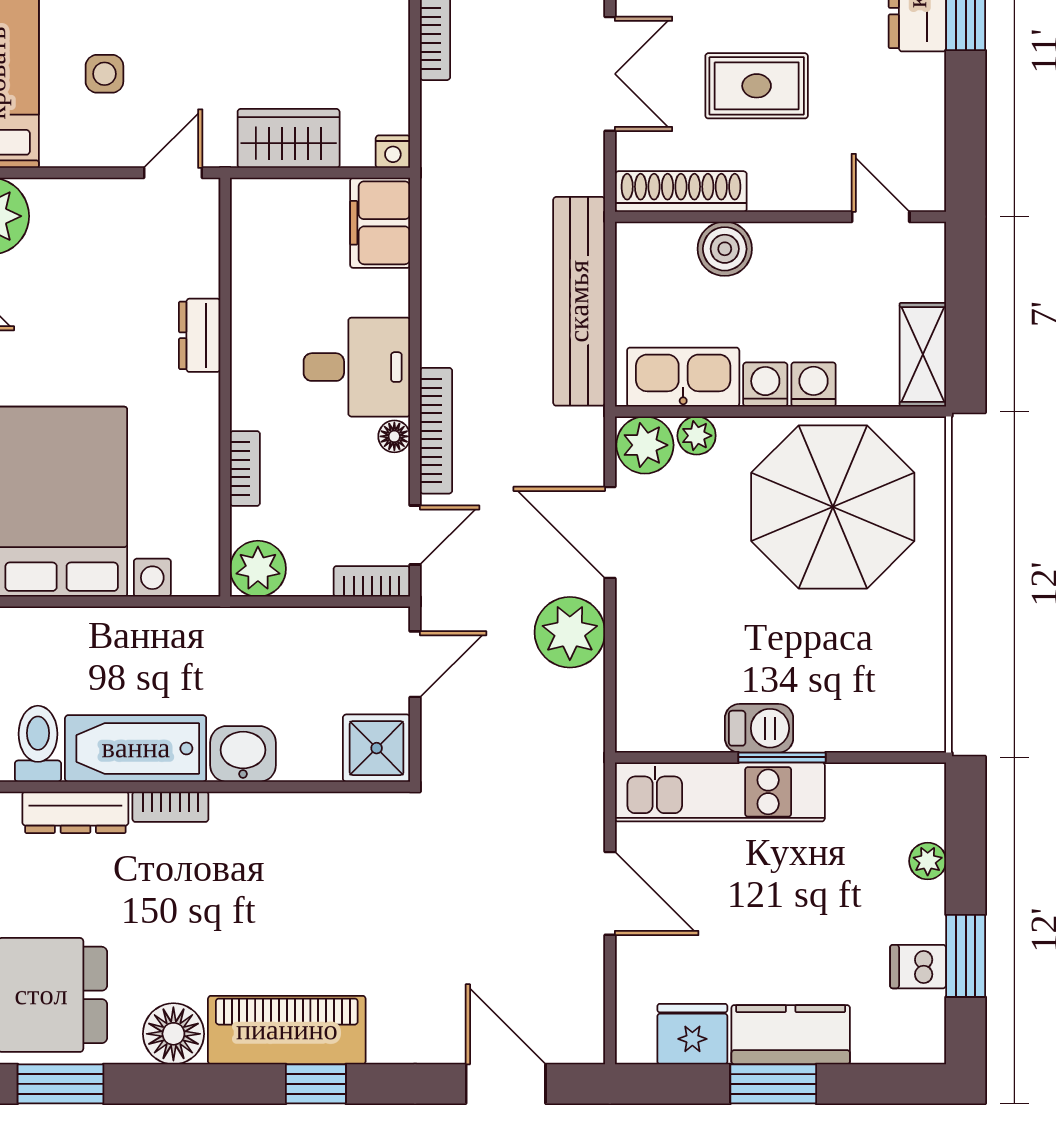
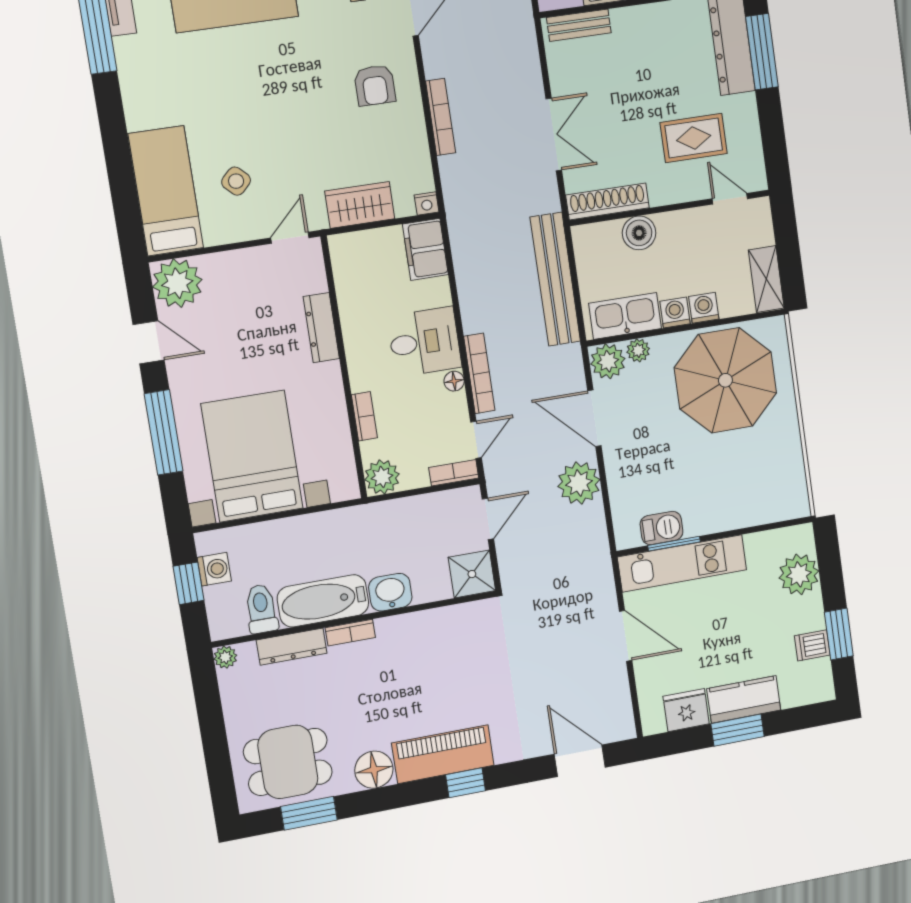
side table: (104, 74) -> (236, 181), turned 45
rug: (757, 86) -> (694, 138), moved
dresser: (200, 335) -> (321, 328), width x1.44
barbecue: (759, 728) -> (662, 528), moved
window: (782, 757) -> (674, 544), moved
plant: (928, 861) -> (799, 574), width x1.88, depth x1.88

